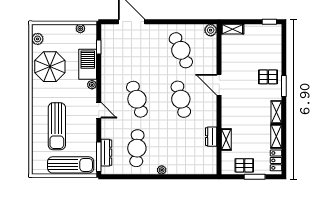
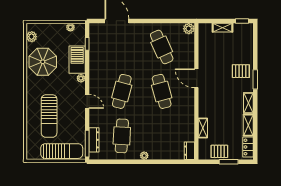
shelving: (232, 29) -> (222, 28), moved
cafe table: (137, 99) -> (122, 91), turned 33
dresser: (211, 137) -> (189, 151), moved

